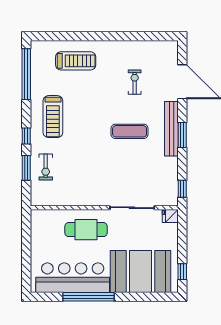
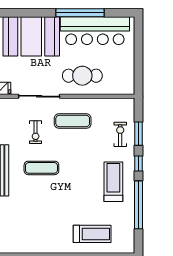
treadmill: (76, 61) -> (92, 234), turned 180
window: (26, 74) -> (138, 205), moved
exercise bike: (135, 82) -> (36, 132), moved
exercise mat: (96, 181) -> (73, 121), added

